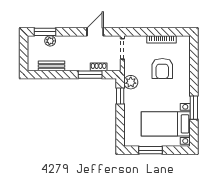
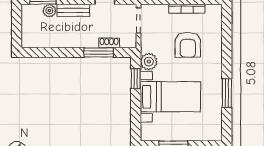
bench: (52, 66) -> (73, 10), moved
bed with nightstands: (166, 124) -> (170, 97), moved, turned 180

